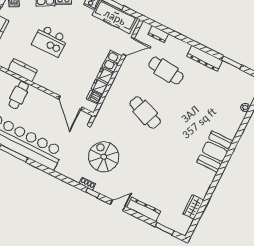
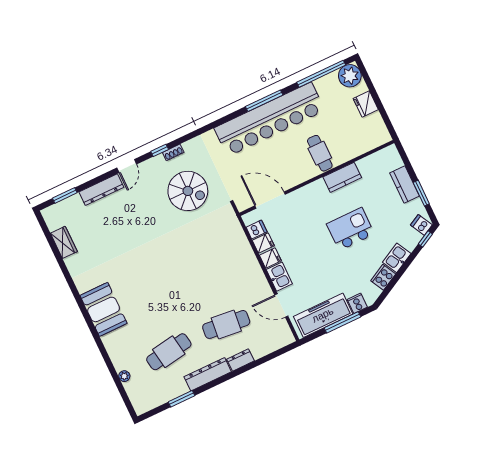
dresser: (158, 34) -> (241, 360), moved
door: (129, 46) -> (281, 306), hinge flipped
cafe table: (145, 113) -> (169, 352), moved, turned -30

